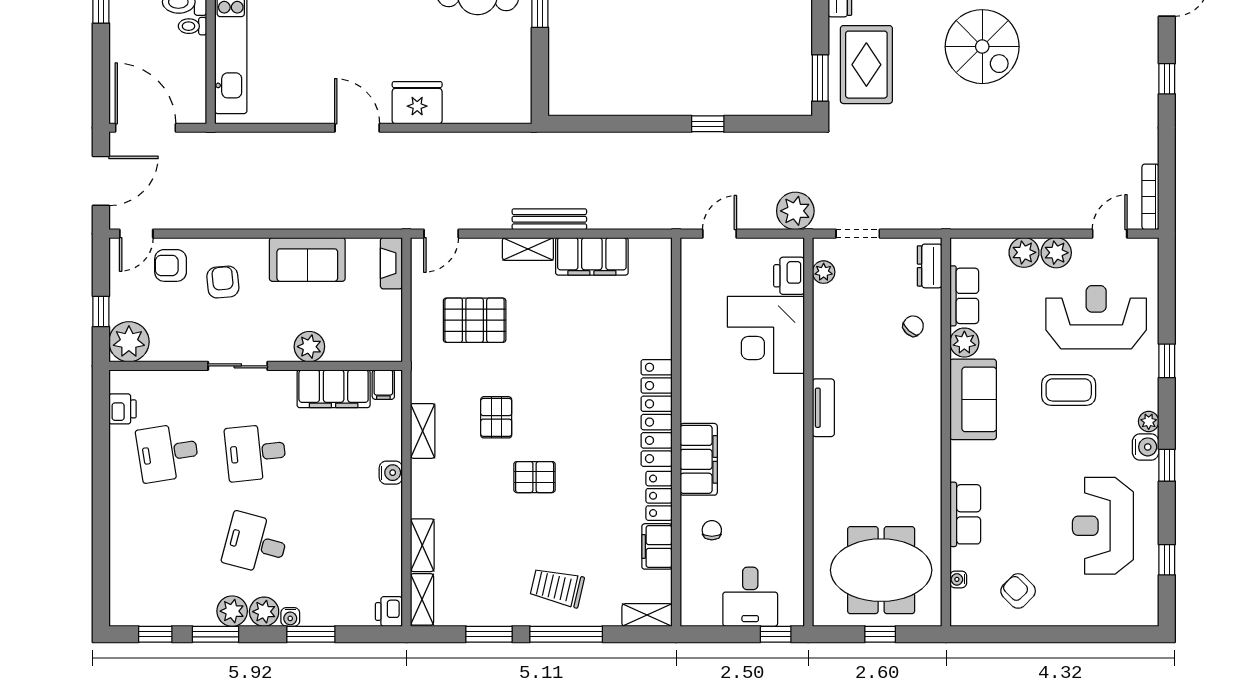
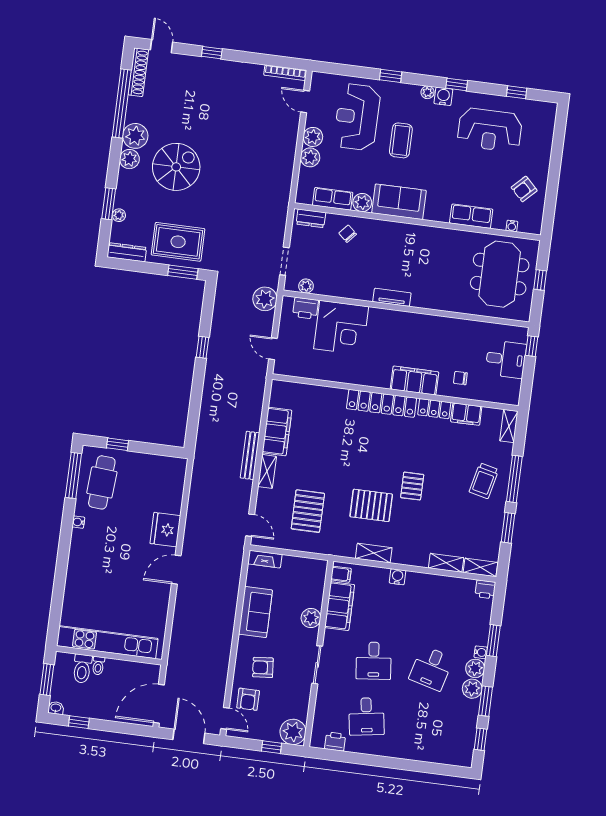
pallet: (496, 417) -> (371, 505), width x1.50, depth x1.42

